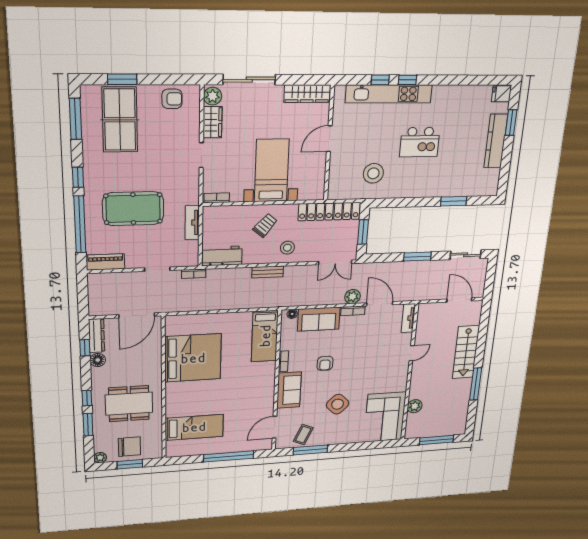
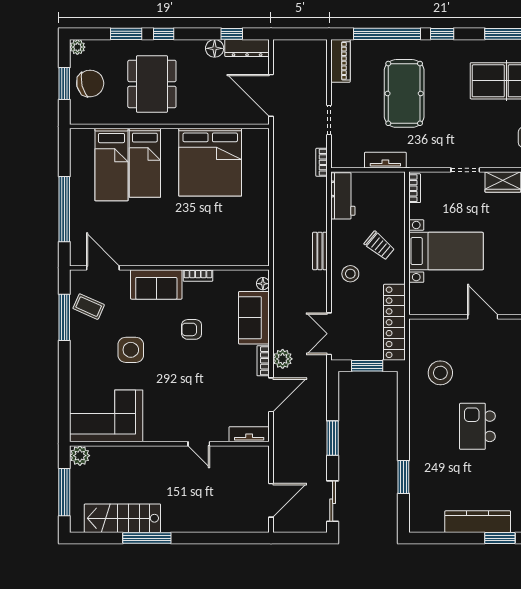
bed: (265, 336) -> (145, 163), moved, turned -90
stairs: (466, 352) -> (122, 518), moved
side table: (338, 404) -> (131, 350), turned 45
plant: (415, 406) -> (80, 456), moved
chair: (129, 447) -> (90, 83), turned -104

